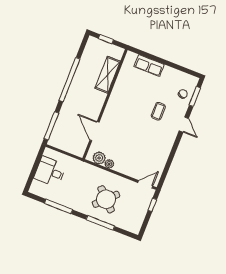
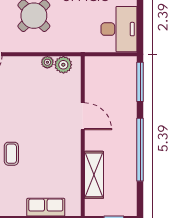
door: (94, 131) -> (83, 116), moved
desk: (50, 172) -> (119, 29), width x1.37

